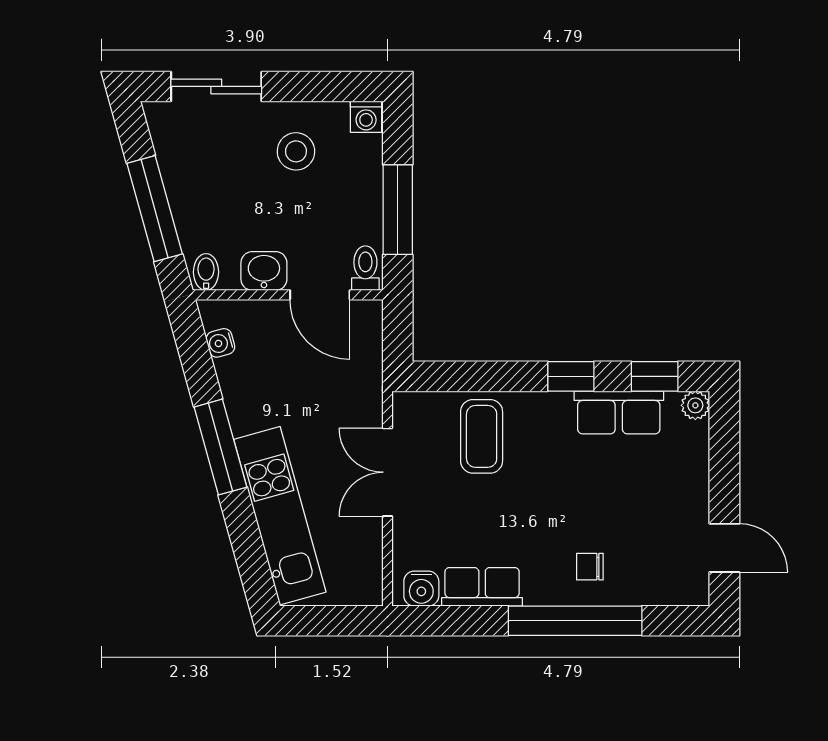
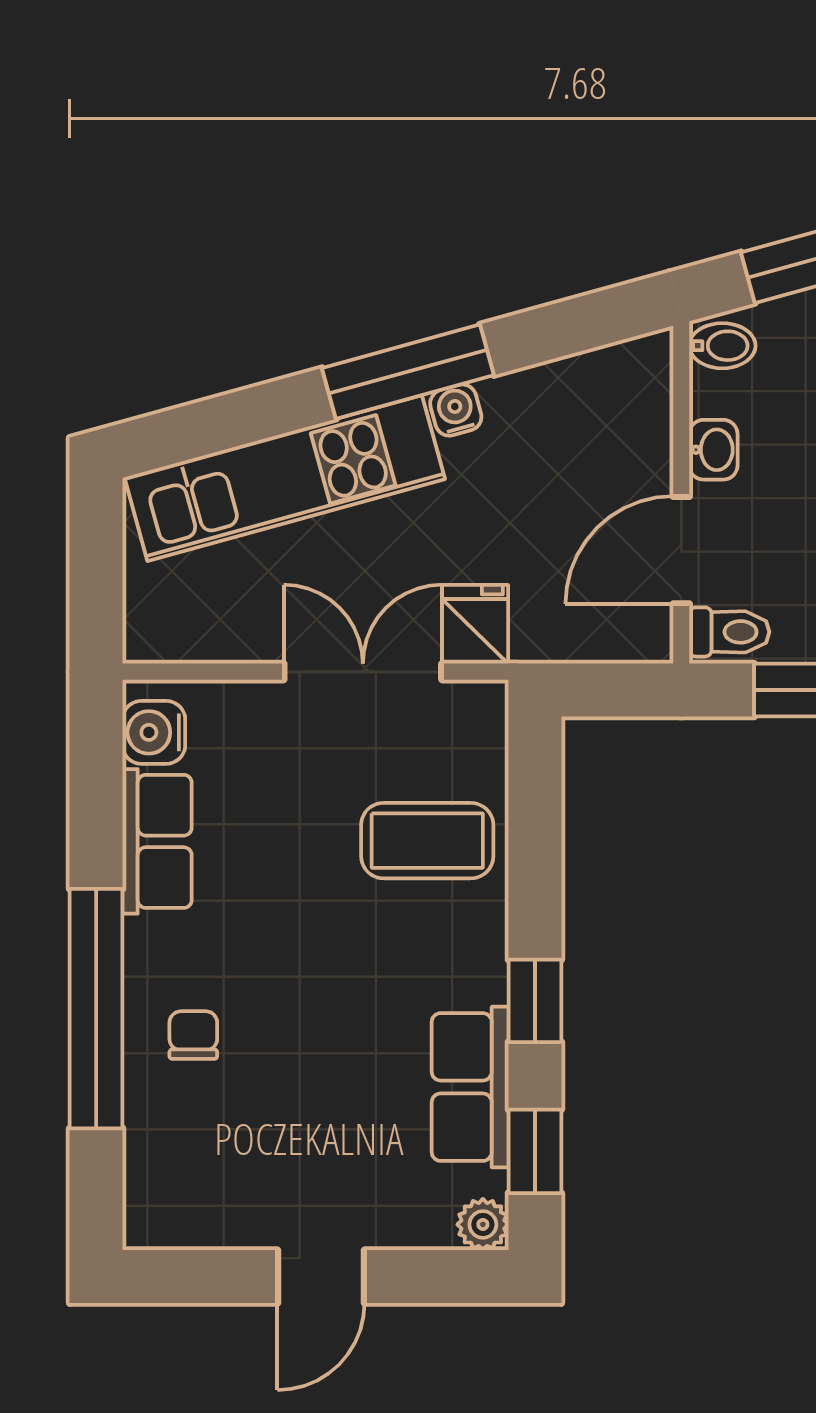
washbasin: (264, 271) -> (713, 450), width x0.72, depth x0.69
water cooler: (220, 343) -> (456, 410), moved
fridge: (361, 410) -> (475, 624), added
door: (724, 548) -> (321, 1277), moved

